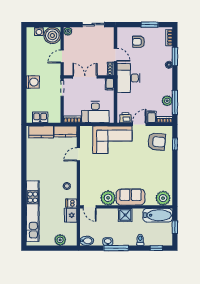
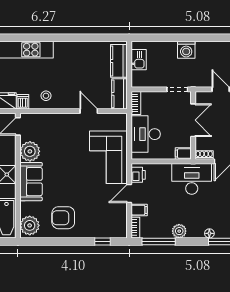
plant: (167, 101) -> (179, 231), moved
door: (139, 124) -> (129, 193), swing flipped
armchair: (157, 142) -> (63, 218), moved, turned 85

